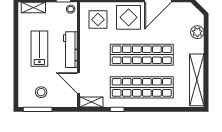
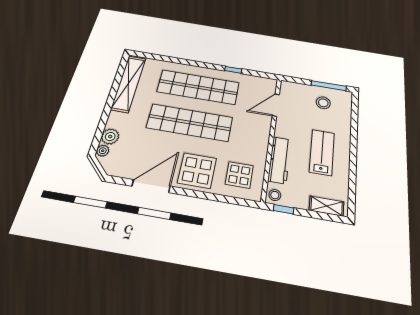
plant: (199, 20) -> (103, 151), added
lab bench: (39, 49) -> (322, 152), turned 180
workbench: (70, 50) -> (279, 160), moved
door: (78, 83) -> (276, 105), swing flipped
shelving: (91, 102) -> (263, 82), removed

